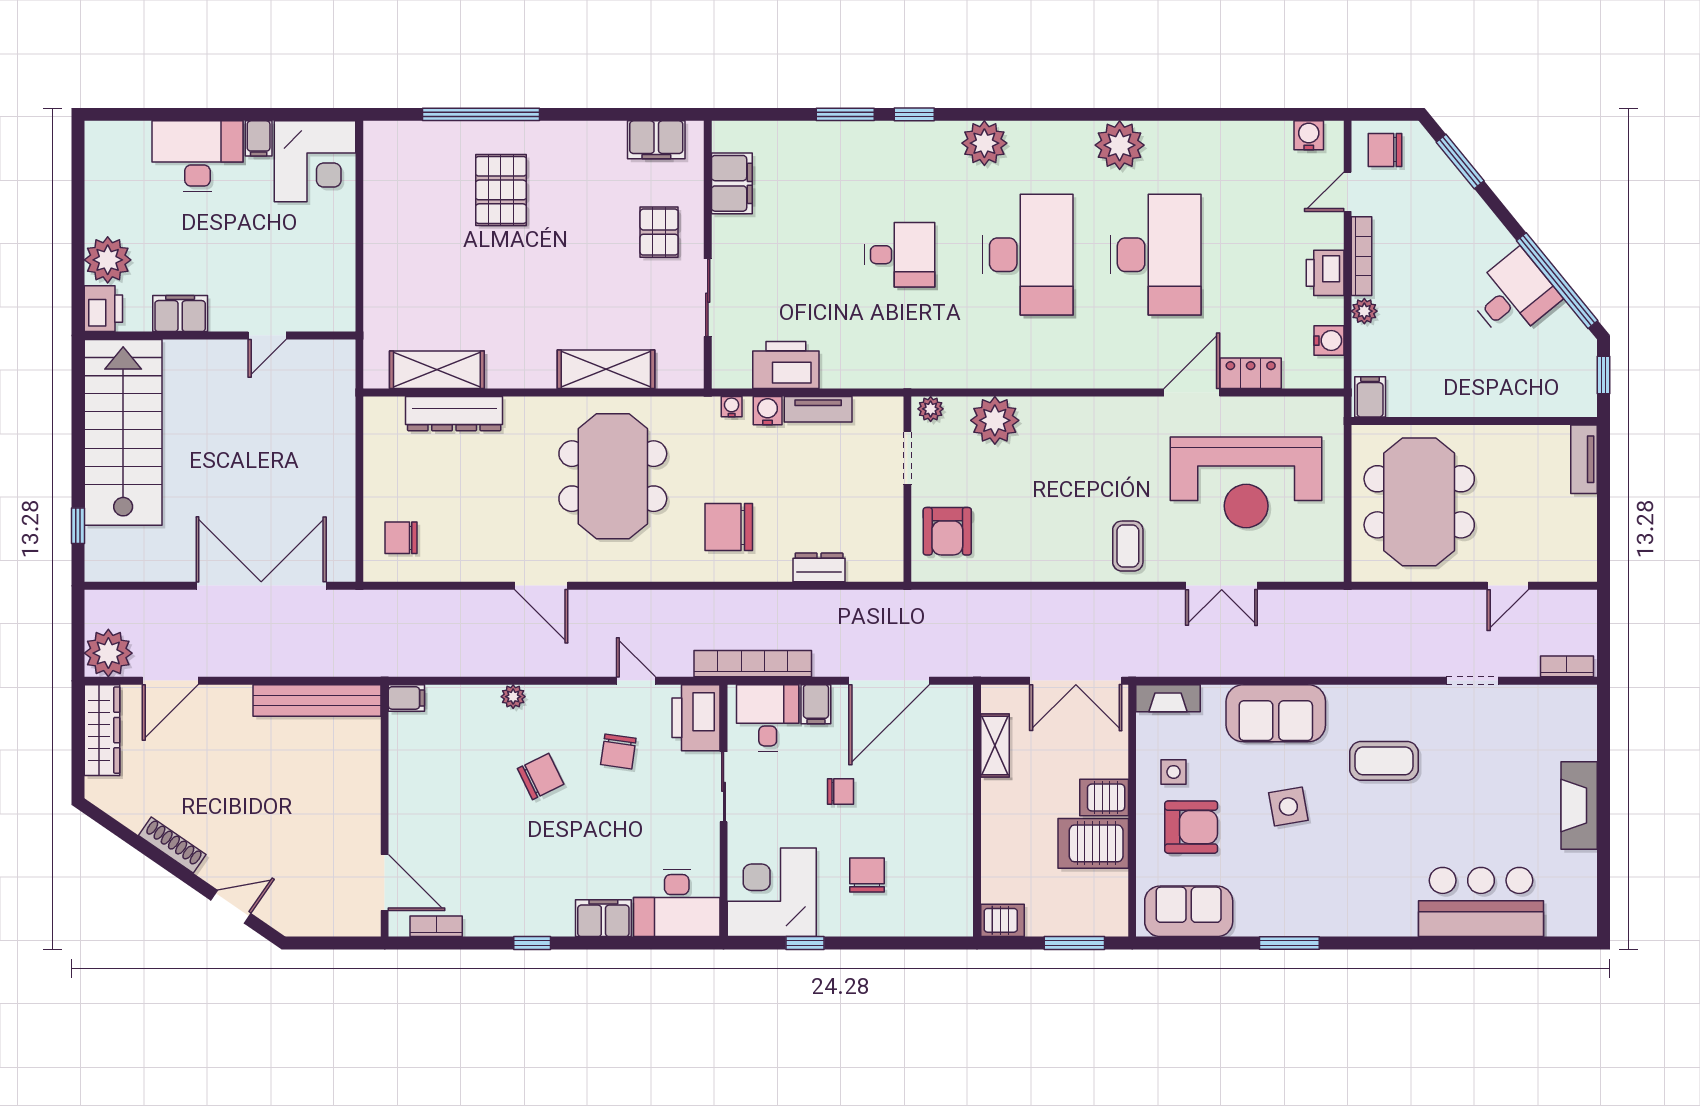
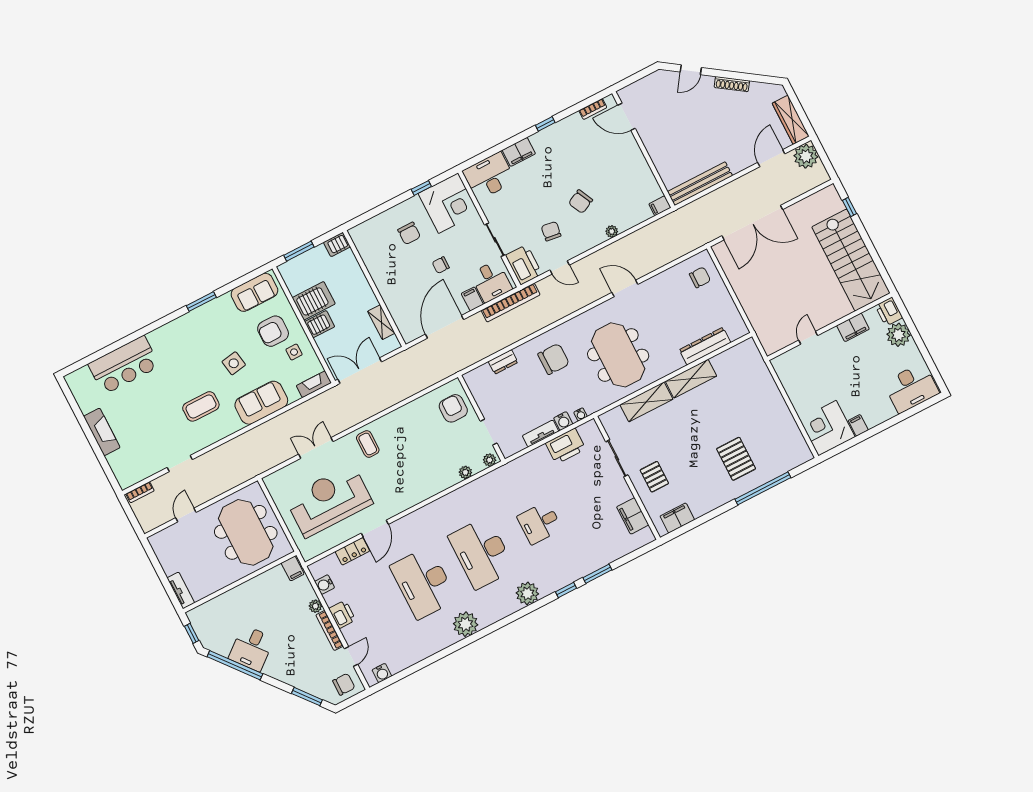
desk: (197, 156) -> (911, 388), moved
shelving: (437, 370) -> (691, 379), moved
plant: (995, 420) -> (465, 472), width x0.53, depth x0.53

